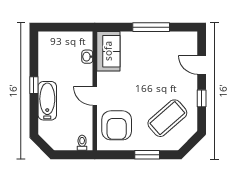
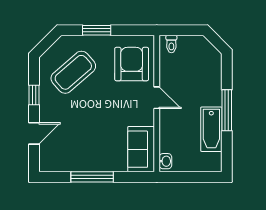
washbasin: (87, 57) -> (165, 161), moved
door: (202, 65) -> (34, 133), hinge flipped
window: (34, 85) -> (227, 110), width x2.17
bathtub: (47, 101) -> (211, 129), moved

